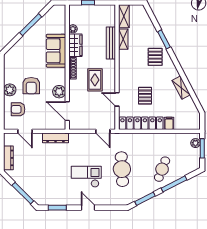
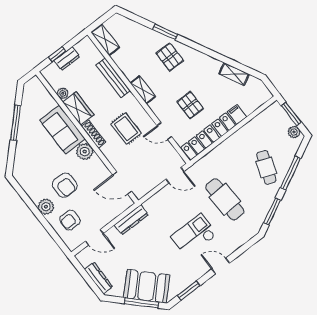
dresser: (92, 10) -> (67, 59), added
shelving: (123, 39) -> (143, 90), moved
shelving: (181, 88) -> (234, 74), moved
plant: (59, 92) -> (85, 152), moved
plant: (195, 143) -> (294, 132), moved
booth: (34, 185) -> (147, 286), added

